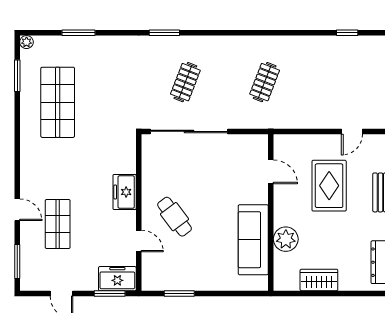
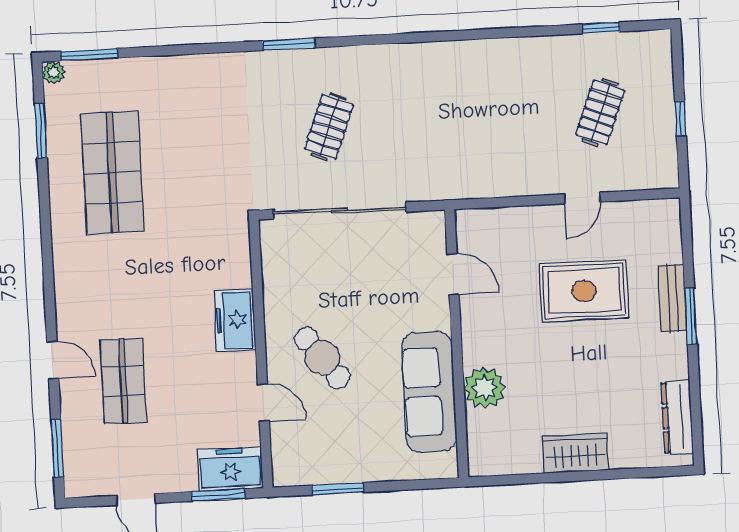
window: (78, 33) -> (89, 55), moved
clothes rail: (265, 82) -> (600, 112), moved
door: (352, 131) -> (582, 198), moved
door: (271, 172) -> (453, 274), moved
rug: (329, 186) -> (584, 291), turned 90
wall: (271, 212) -> (457, 344), moved
plant: (286, 239) -> (485, 388), moved
sofa: (253, 240) -> (429, 392), moved

